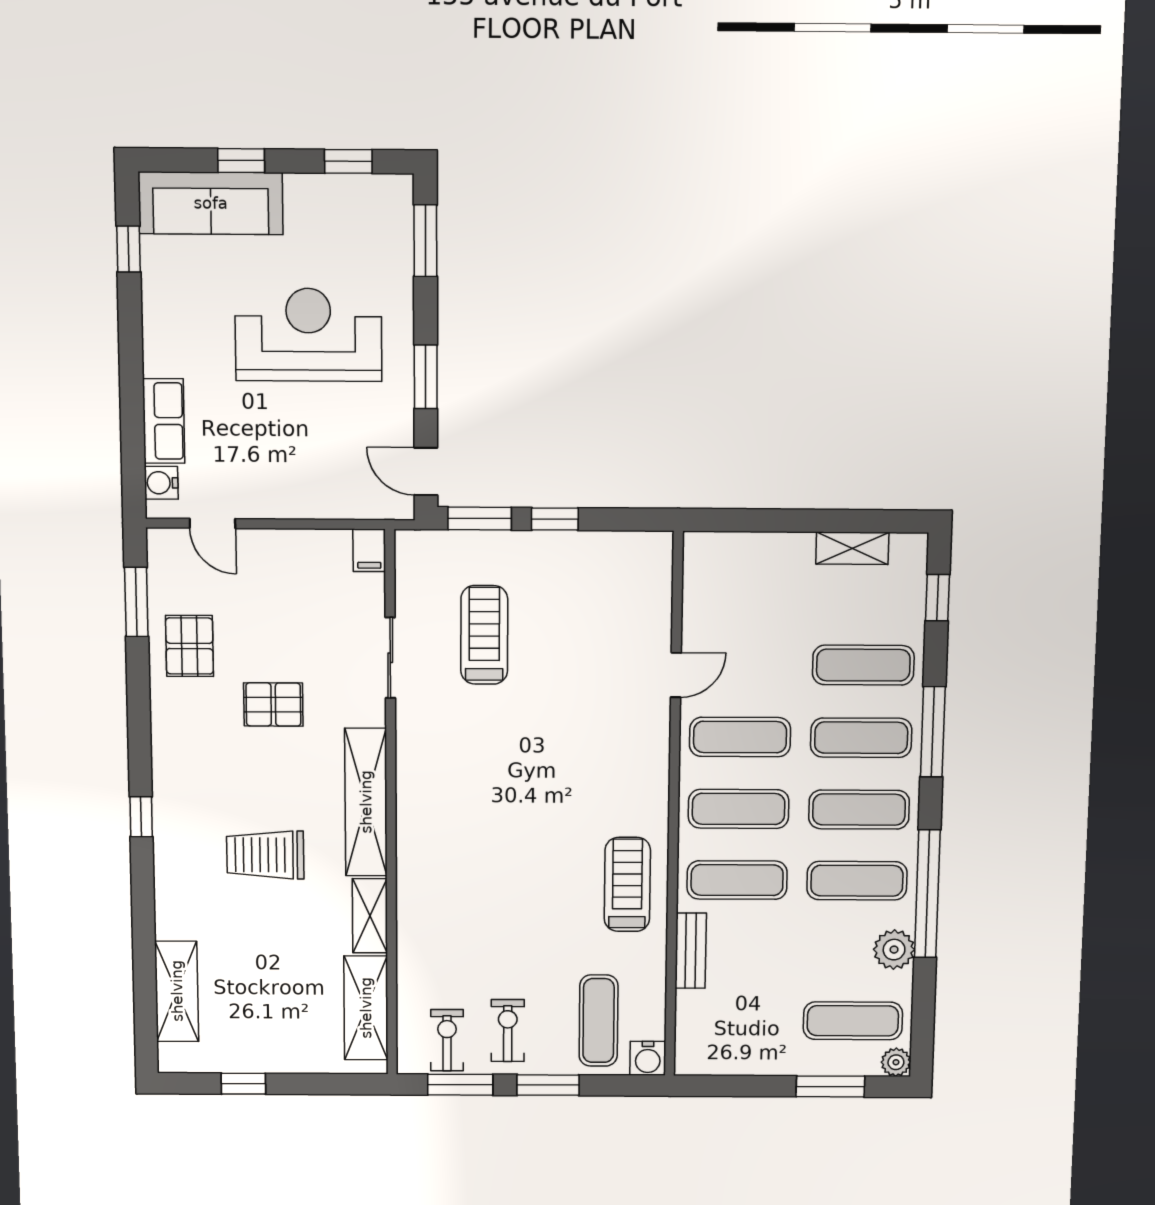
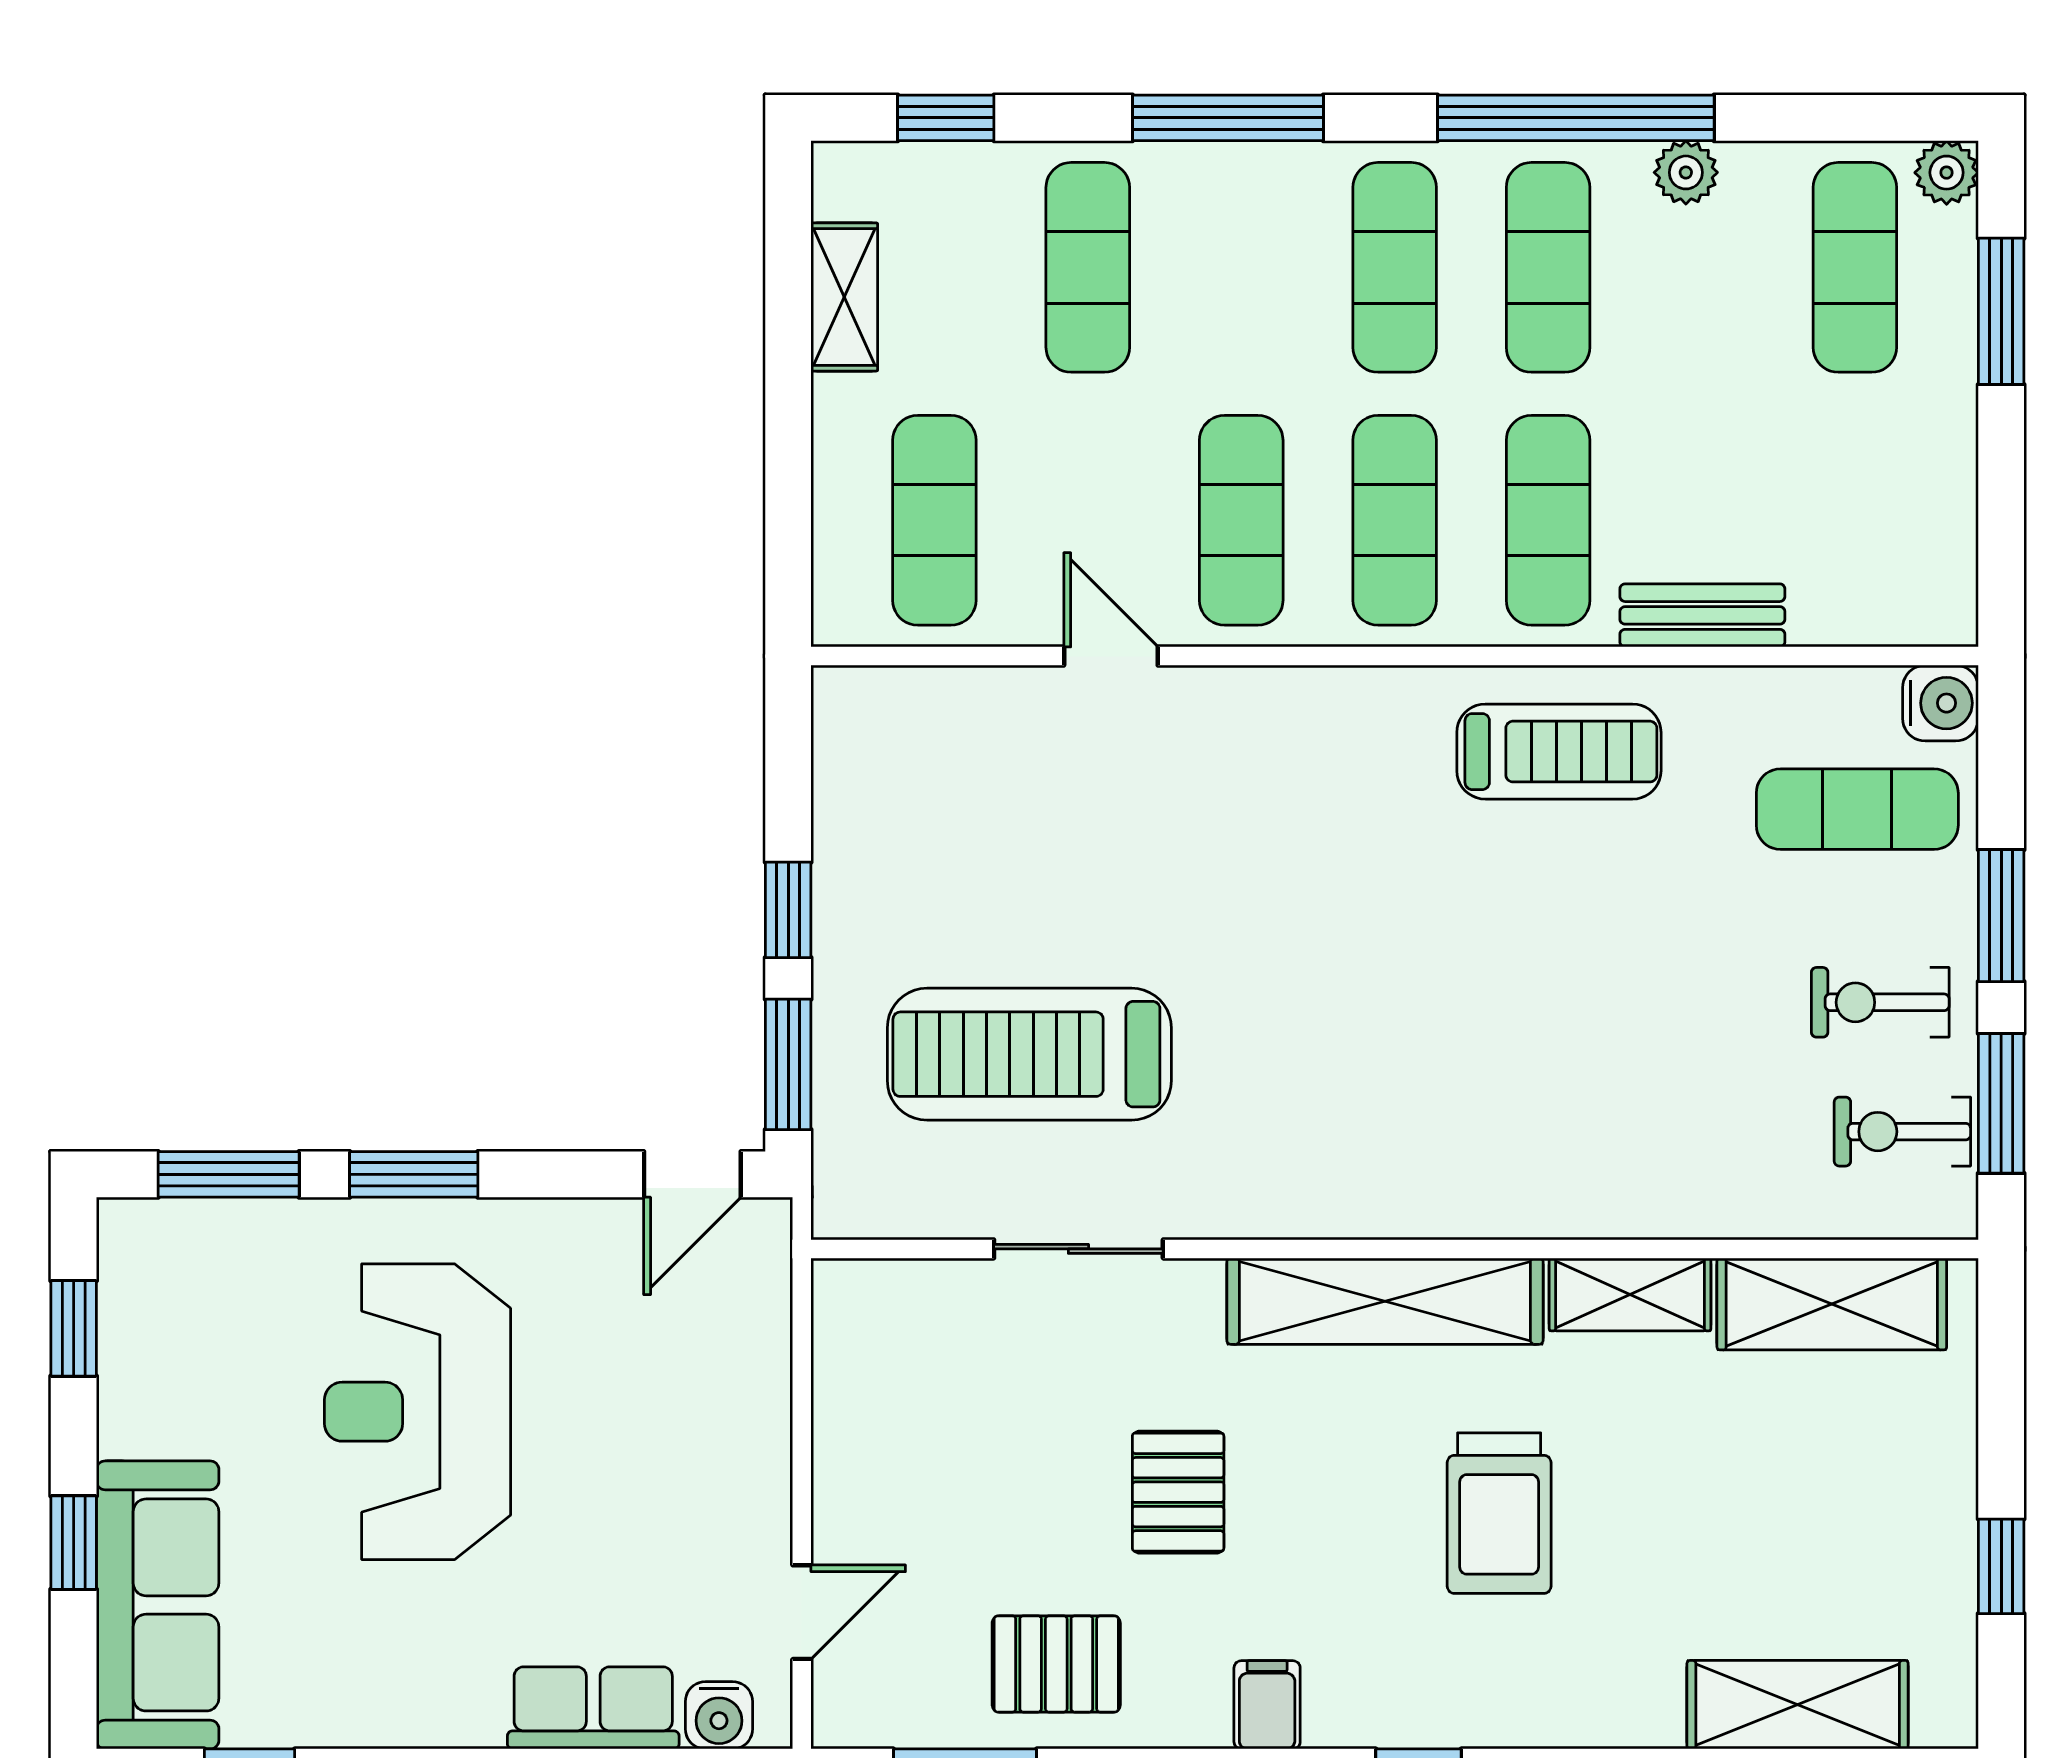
window: (426, 377) -> (414, 1174), moved
filing cabinet: (369, 550) -> (1267, 1705), moved, turned -90
treadmill: (484, 635) -> (1029, 1054), width x1.37, depth x1.38
exercise mat: (861, 738) -> (934, 520), moved
treadmill: (627, 884) -> (1559, 752), turned 180
plant: (894, 950) -> (1686, 172), width x0.73, depth x0.73

